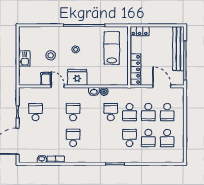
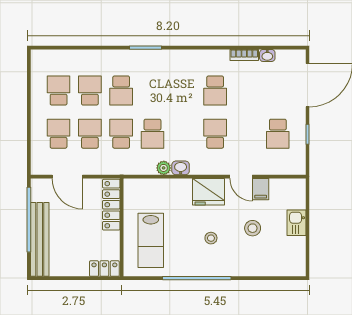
school desk: (73, 112) -> (215, 134), turned 180

